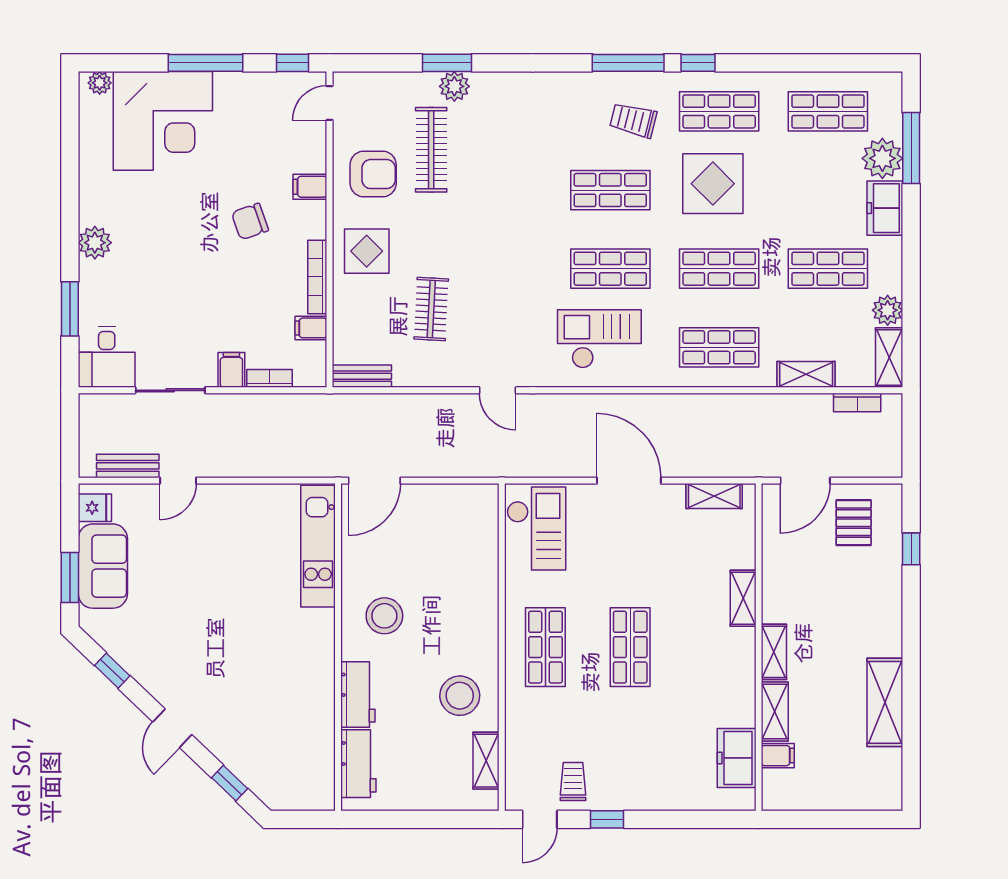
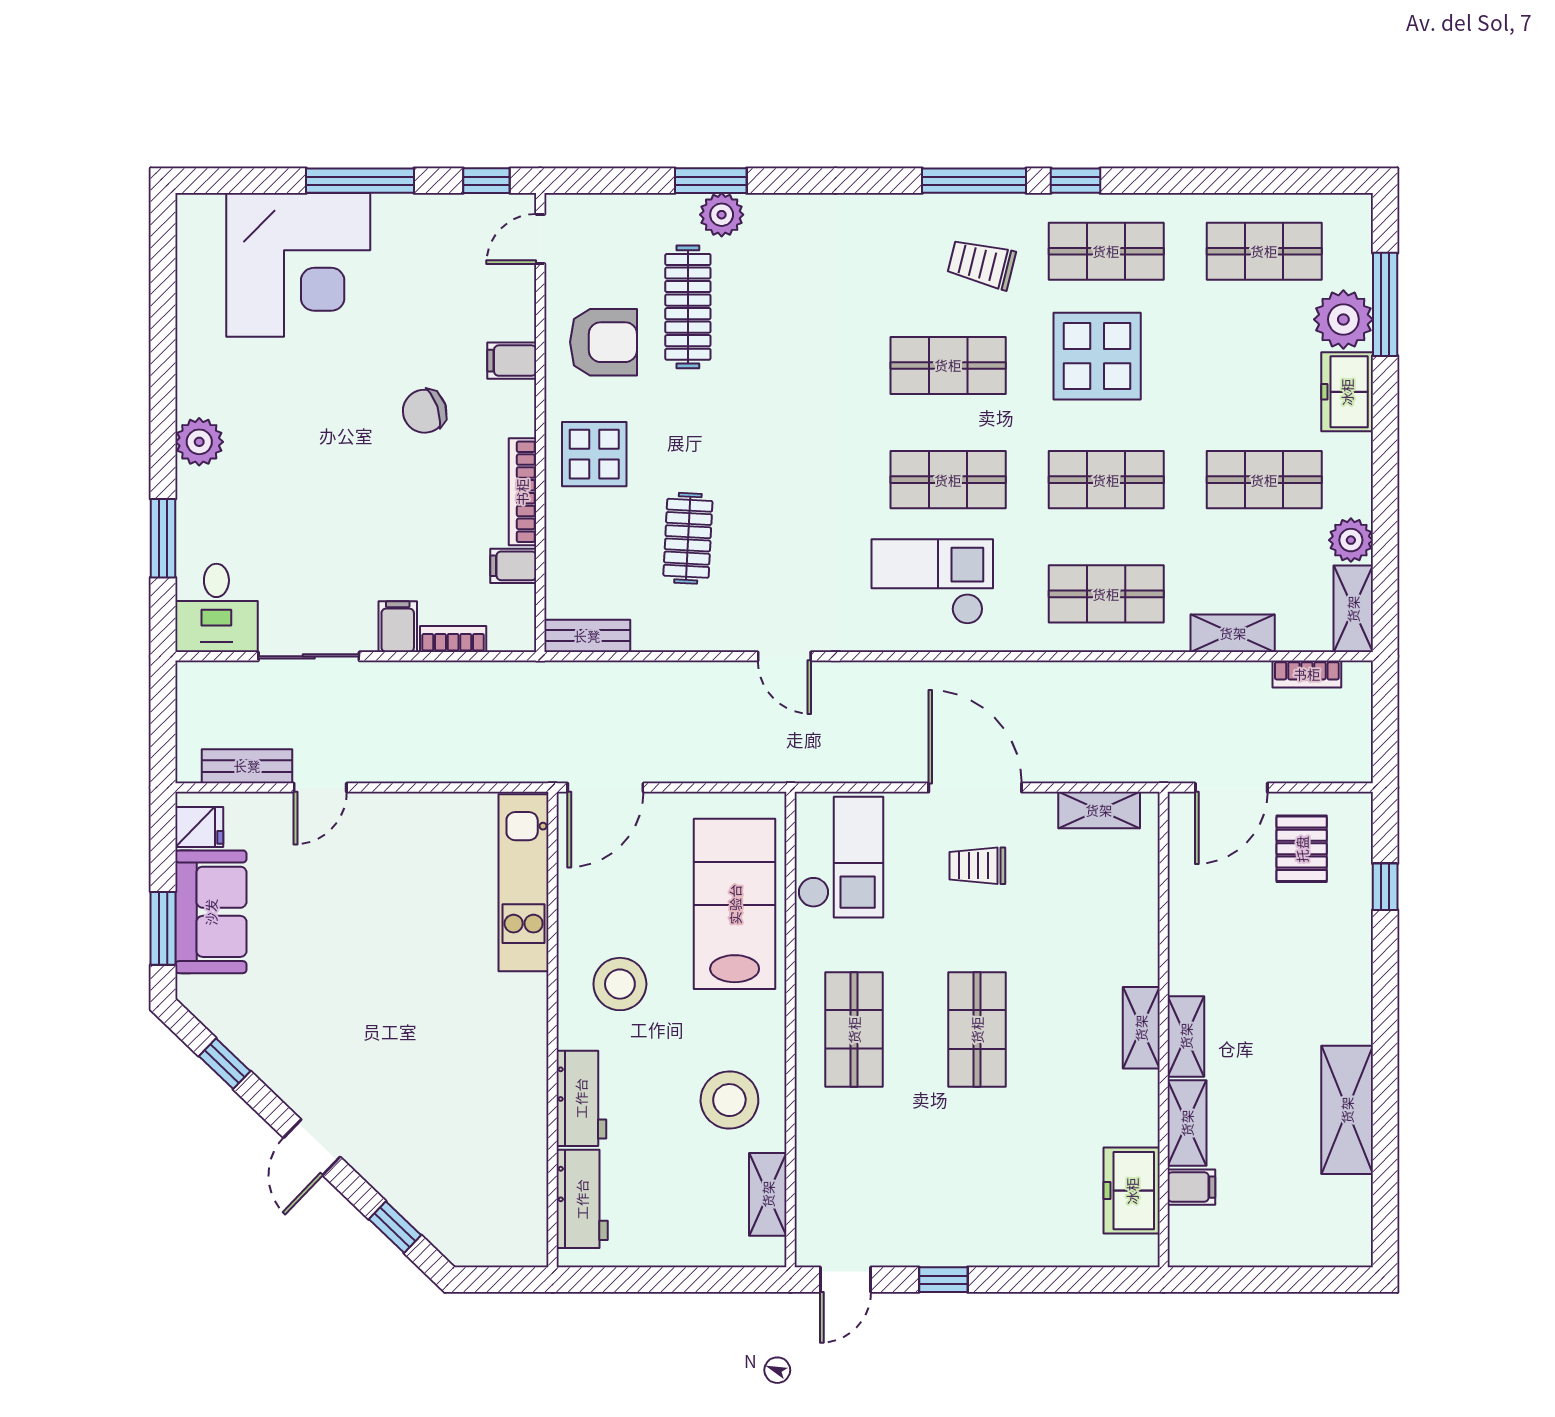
plant: (100, 83) -> (206, 210), removed
lab bench: (463, 561) -> (735, 904), added
shelving: (743, 598) -> (1141, 1028), moved
trolley: (573, 781) -> (977, 866), moved, turned -90

